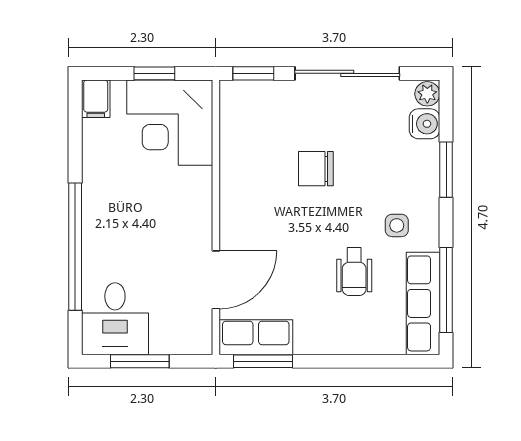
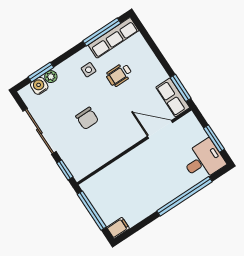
window: (154, 73) -> (92, 211), width x2.17
plant: (427, 94) -> (51, 77), moved
corner desk: (170, 123) -> (108, 191), removed
window: (446, 170) -> (41, 72), moved
wheelchair: (354, 272) -> (119, 75), turned 180

